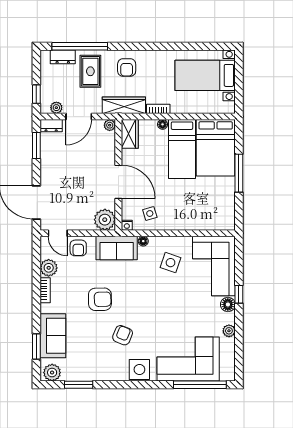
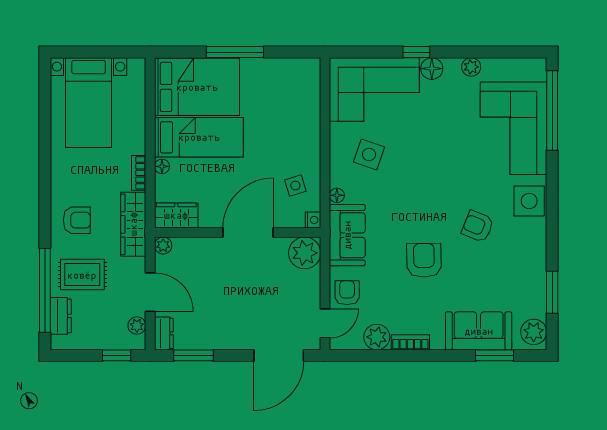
armchair: (78, 248) -> (347, 293), turned -90

